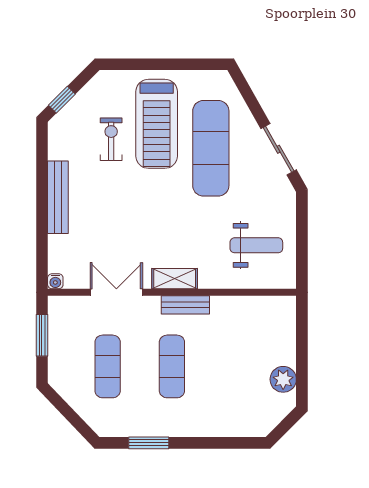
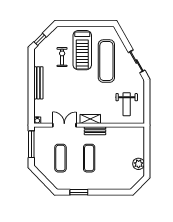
weight bench: (256, 245) -> (127, 104), turned 90
window: (42, 335) -> (31, 144), width x1.44

